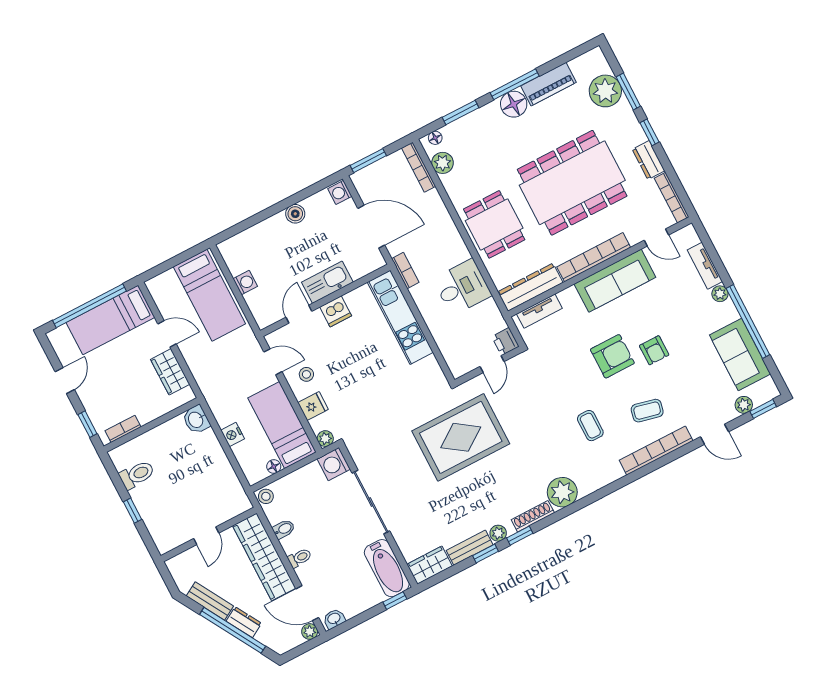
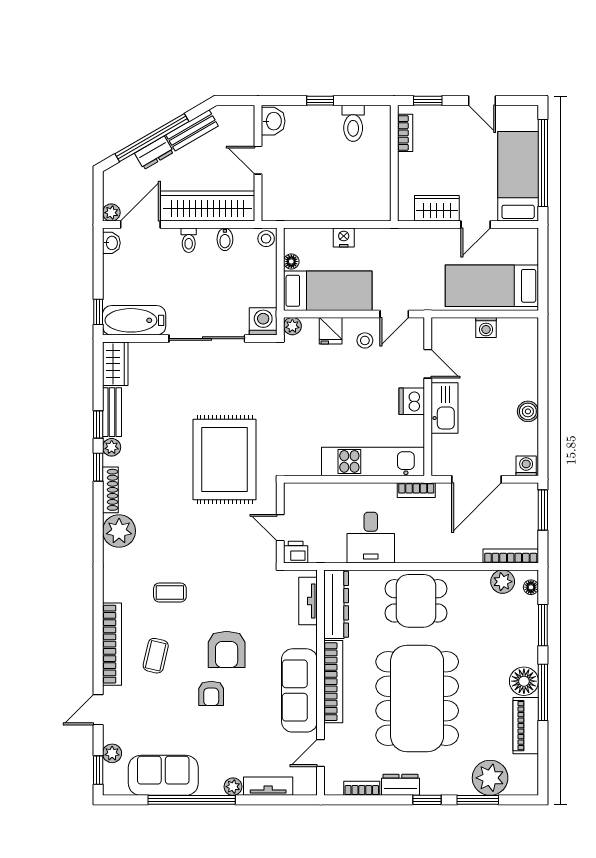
bookcase: (672, 198) -> (362, 788), width x0.64
armchair: (654, 350) -> (211, 693), turned -90
washbasin: (196, 420) -> (273, 121), moved, turned 90

